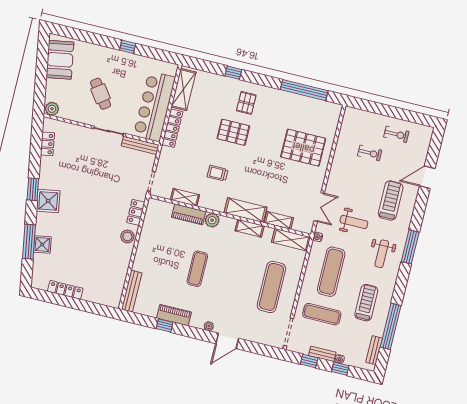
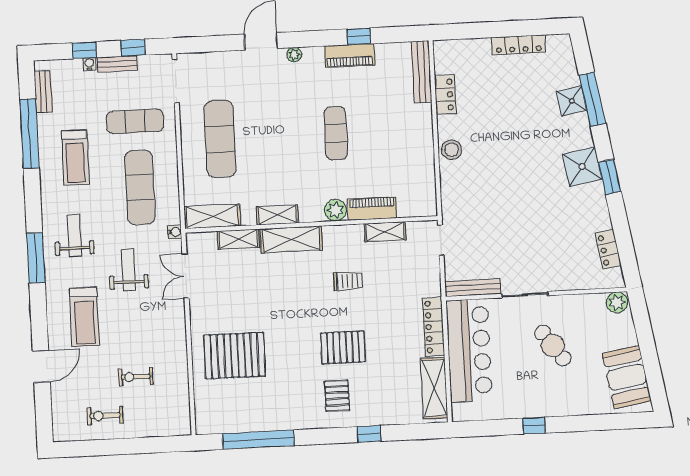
locker: (136, 212) -> (445, 95), moved
weight bench: (354, 222) -> (129, 270), turned 90

